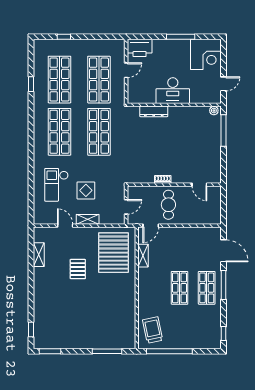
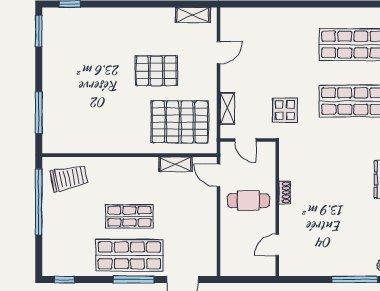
checkout: (56, 185) -> (277, 40), removed
display table: (86, 190) -> (285, 110), moved
shelving: (88, 219) -> (227, 108), moved
shelving: (39, 255) -> (193, 15), moved
pallet: (78, 269) -> (156, 71), width x1.50, depth x1.42
shop shelf: (207, 288) -> (129, 255), width x1.43, depth x1.36

